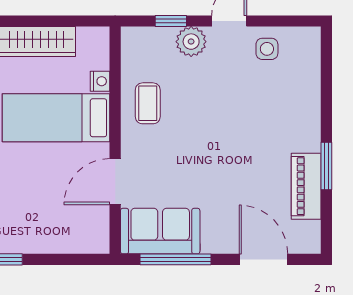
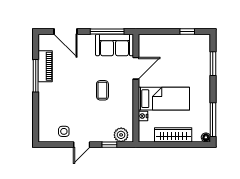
plant: (191, 42) -> (121, 135), moved
coffee table: (148, 103) -> (102, 90), moved
window: (326, 166) -> (36, 76), width x1.44

